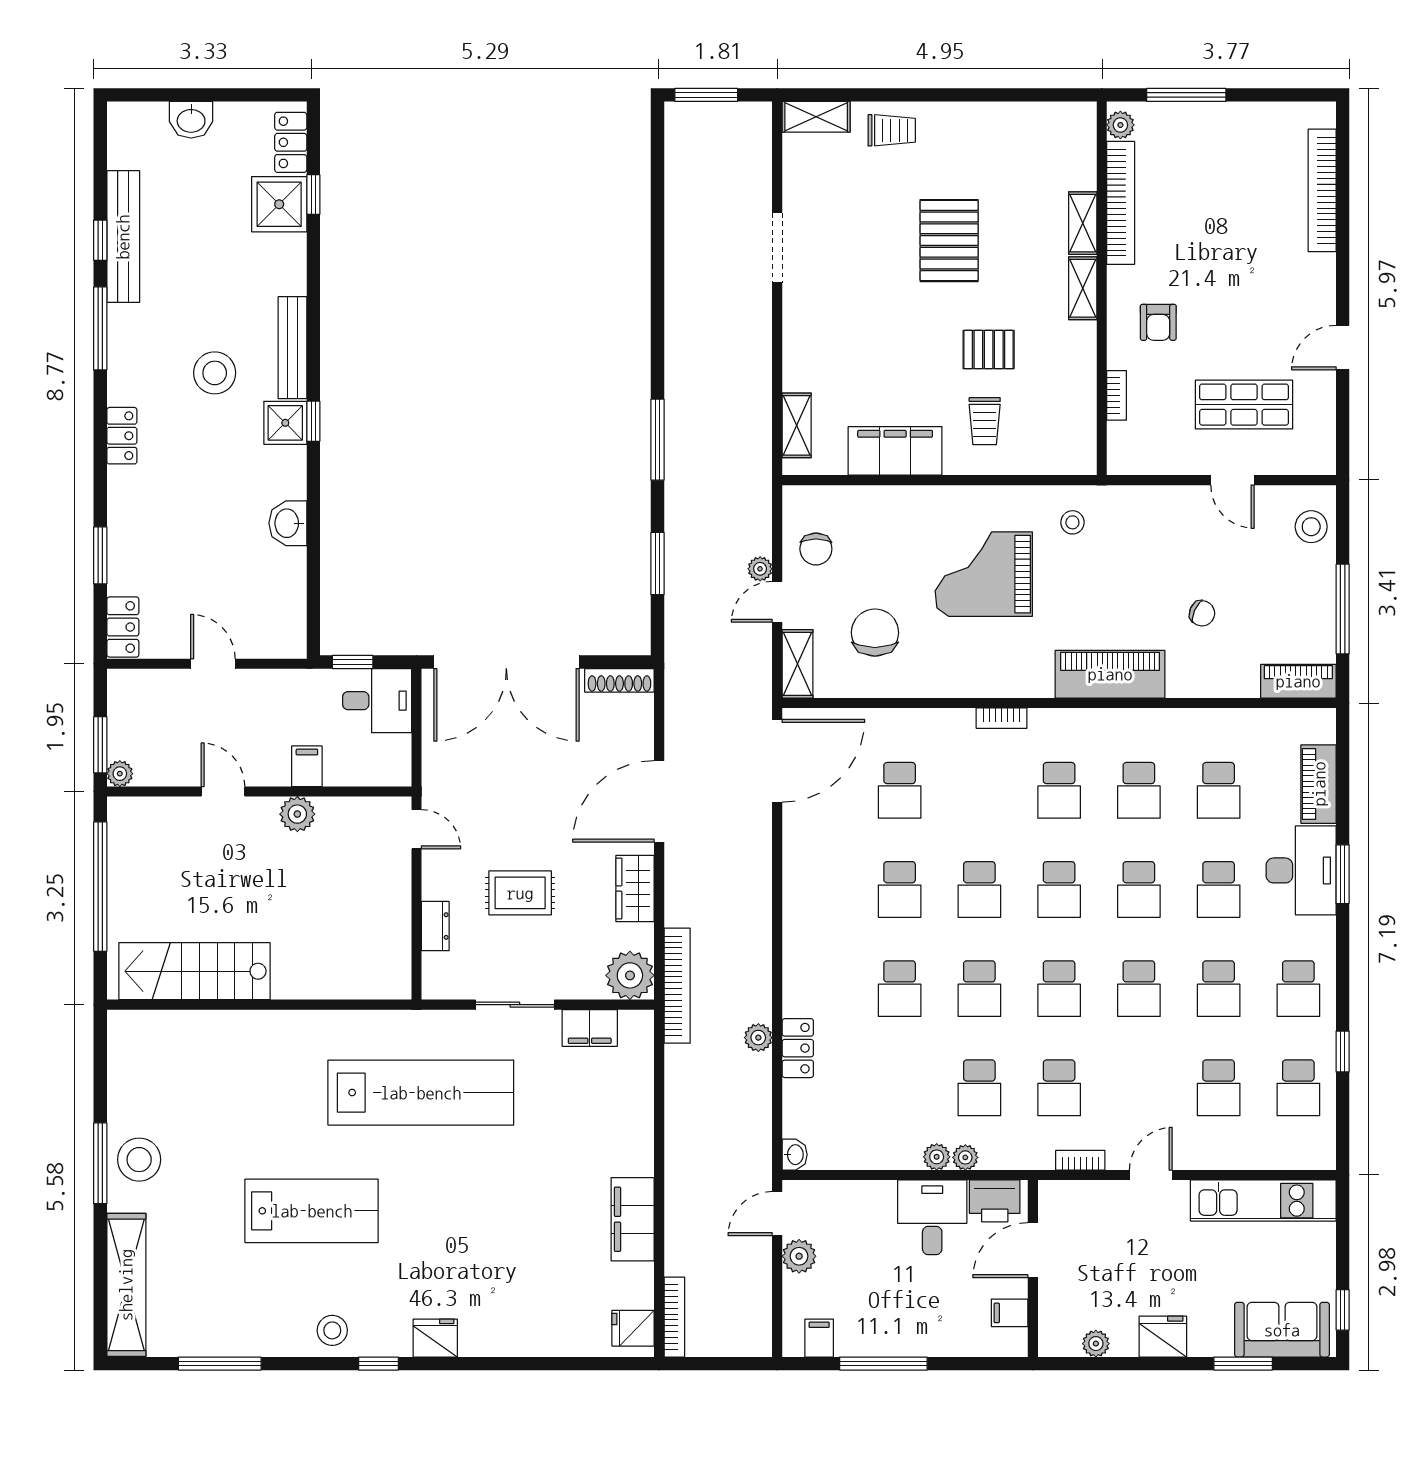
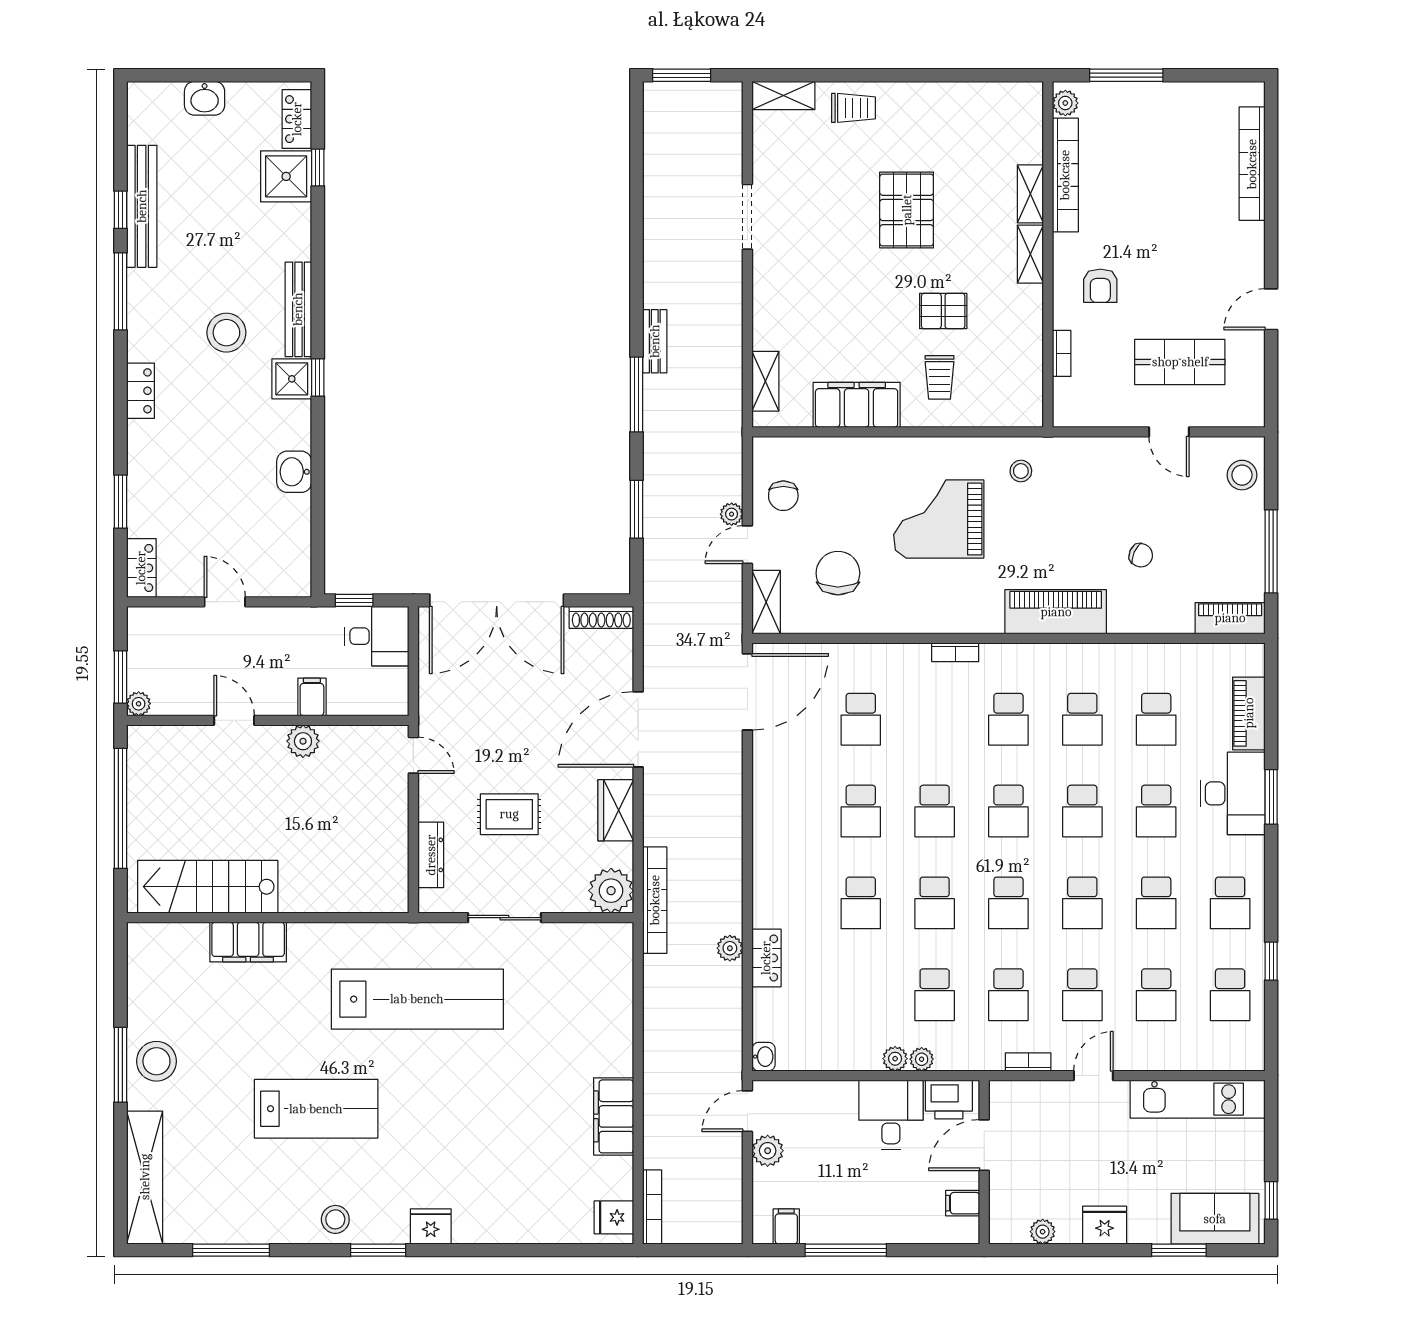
bench: (677, 382) -> (655, 341), added
dresser: (435, 926) -> (431, 855), width x1.44
filing cabinet: (590, 1028) -> (248, 942), moved, width x1.50, depth x1.17
school desk: (1139, 1088) -> (1082, 995), added
window: (378, 1364) -> (378, 1250), width x1.50

